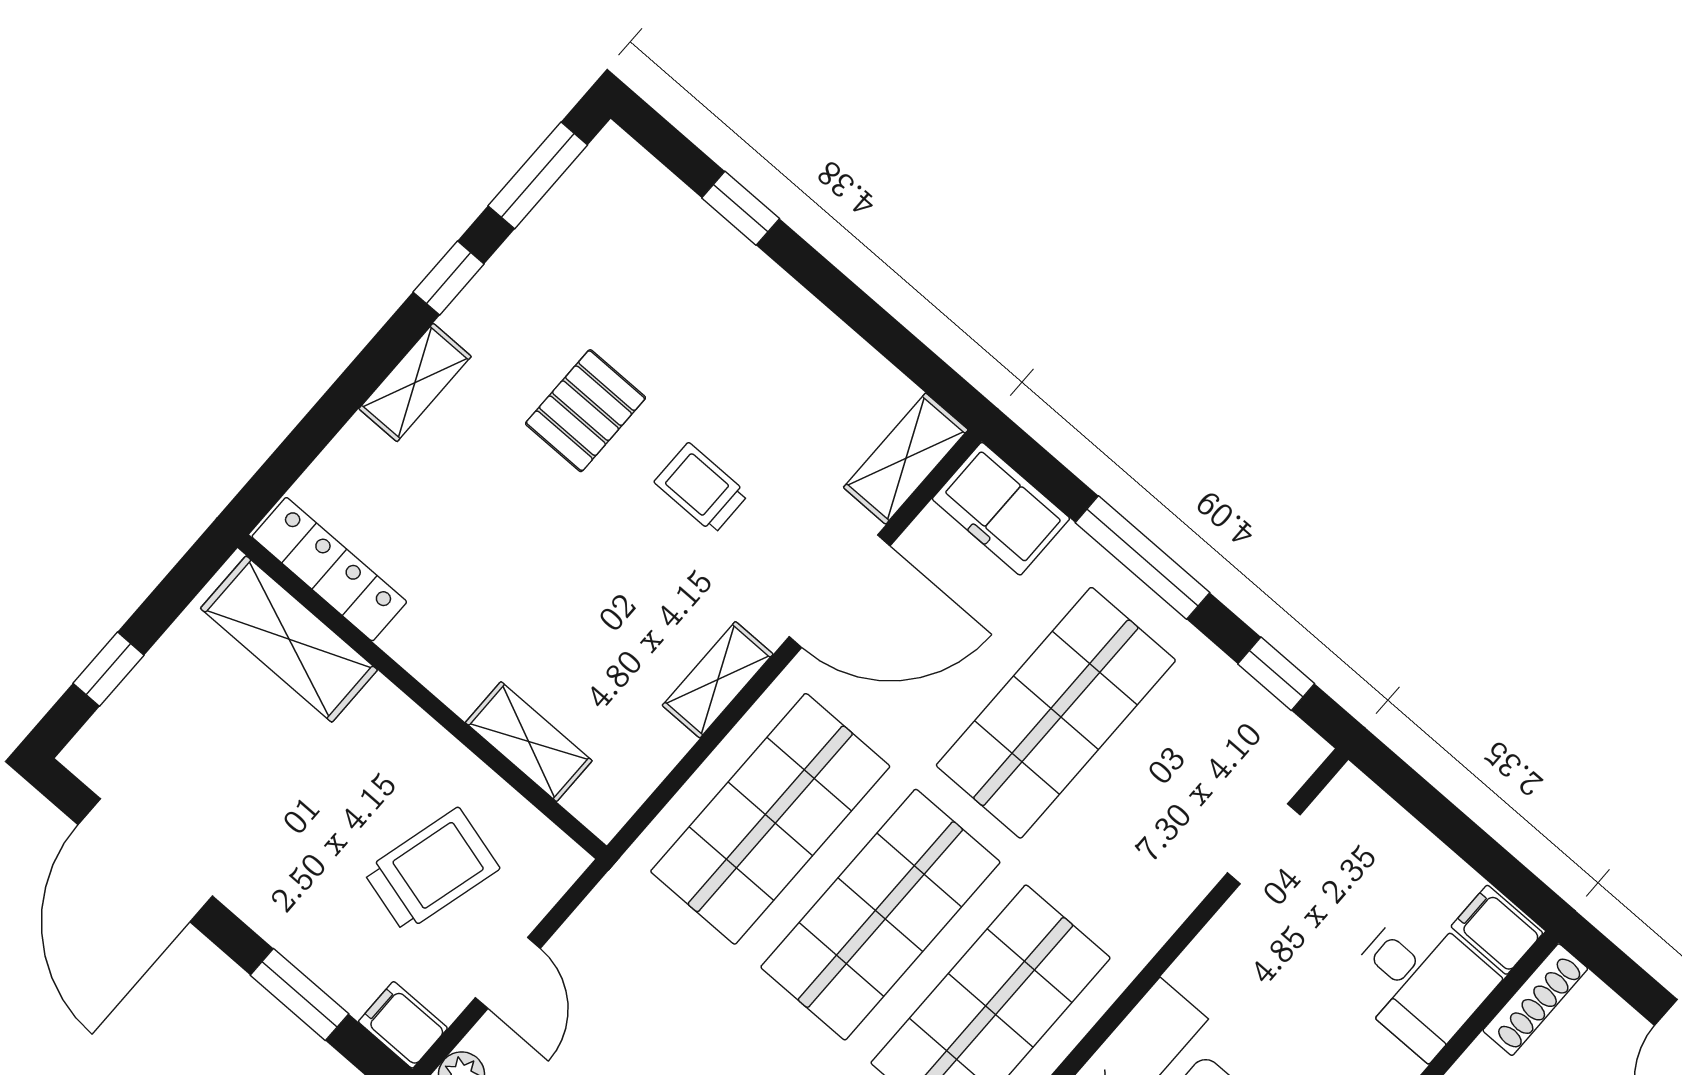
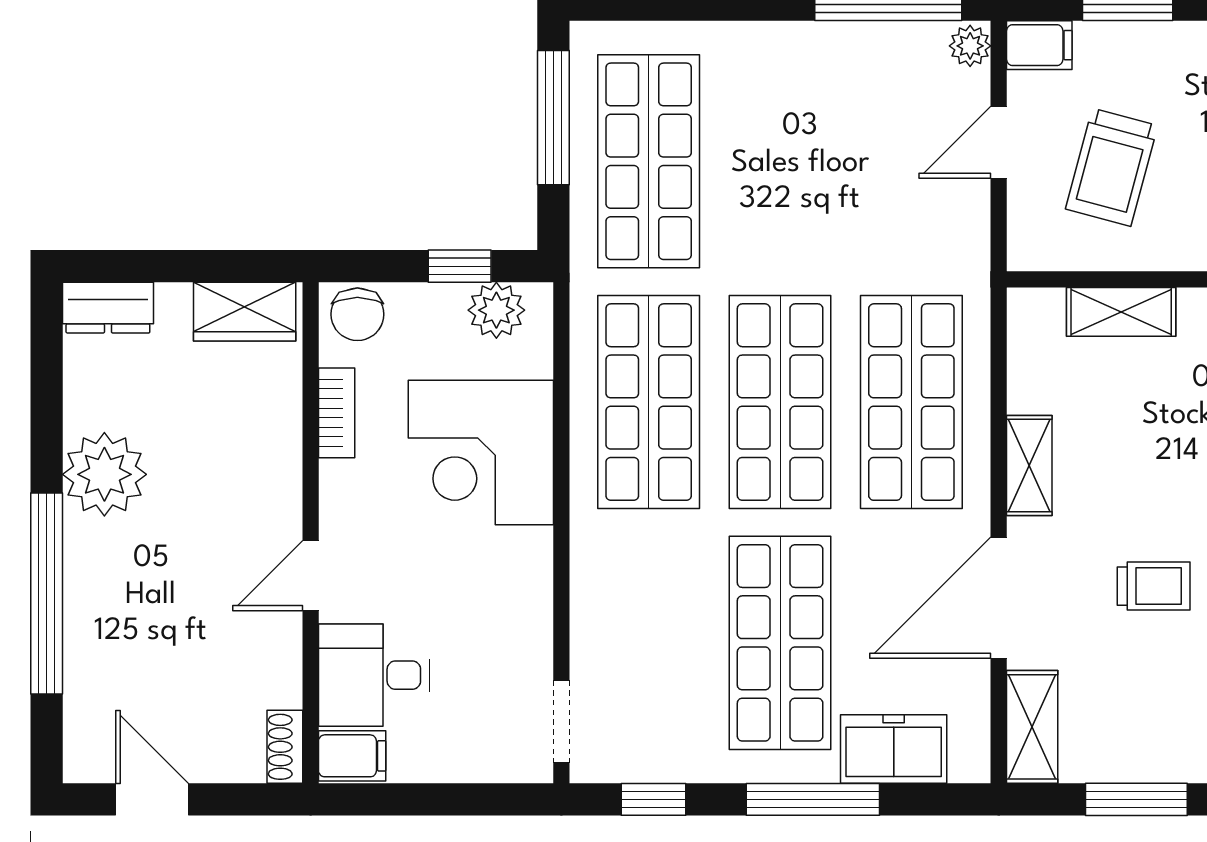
window: (871, 322) -> (1136, 799), added
freezer: (1001, 509) -> (894, 749), moved
doorway: (1264, 844) -> (561, 721), moved
door: (508, 973) -> (999, 142), hinge flipped
shoe rack: (1535, 1000) -> (285, 747), width x0.70

